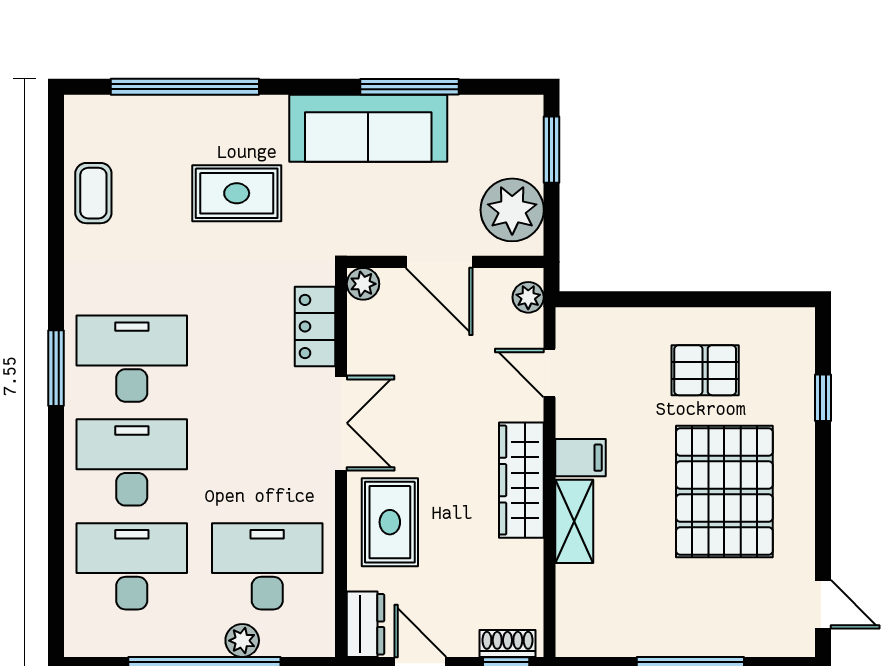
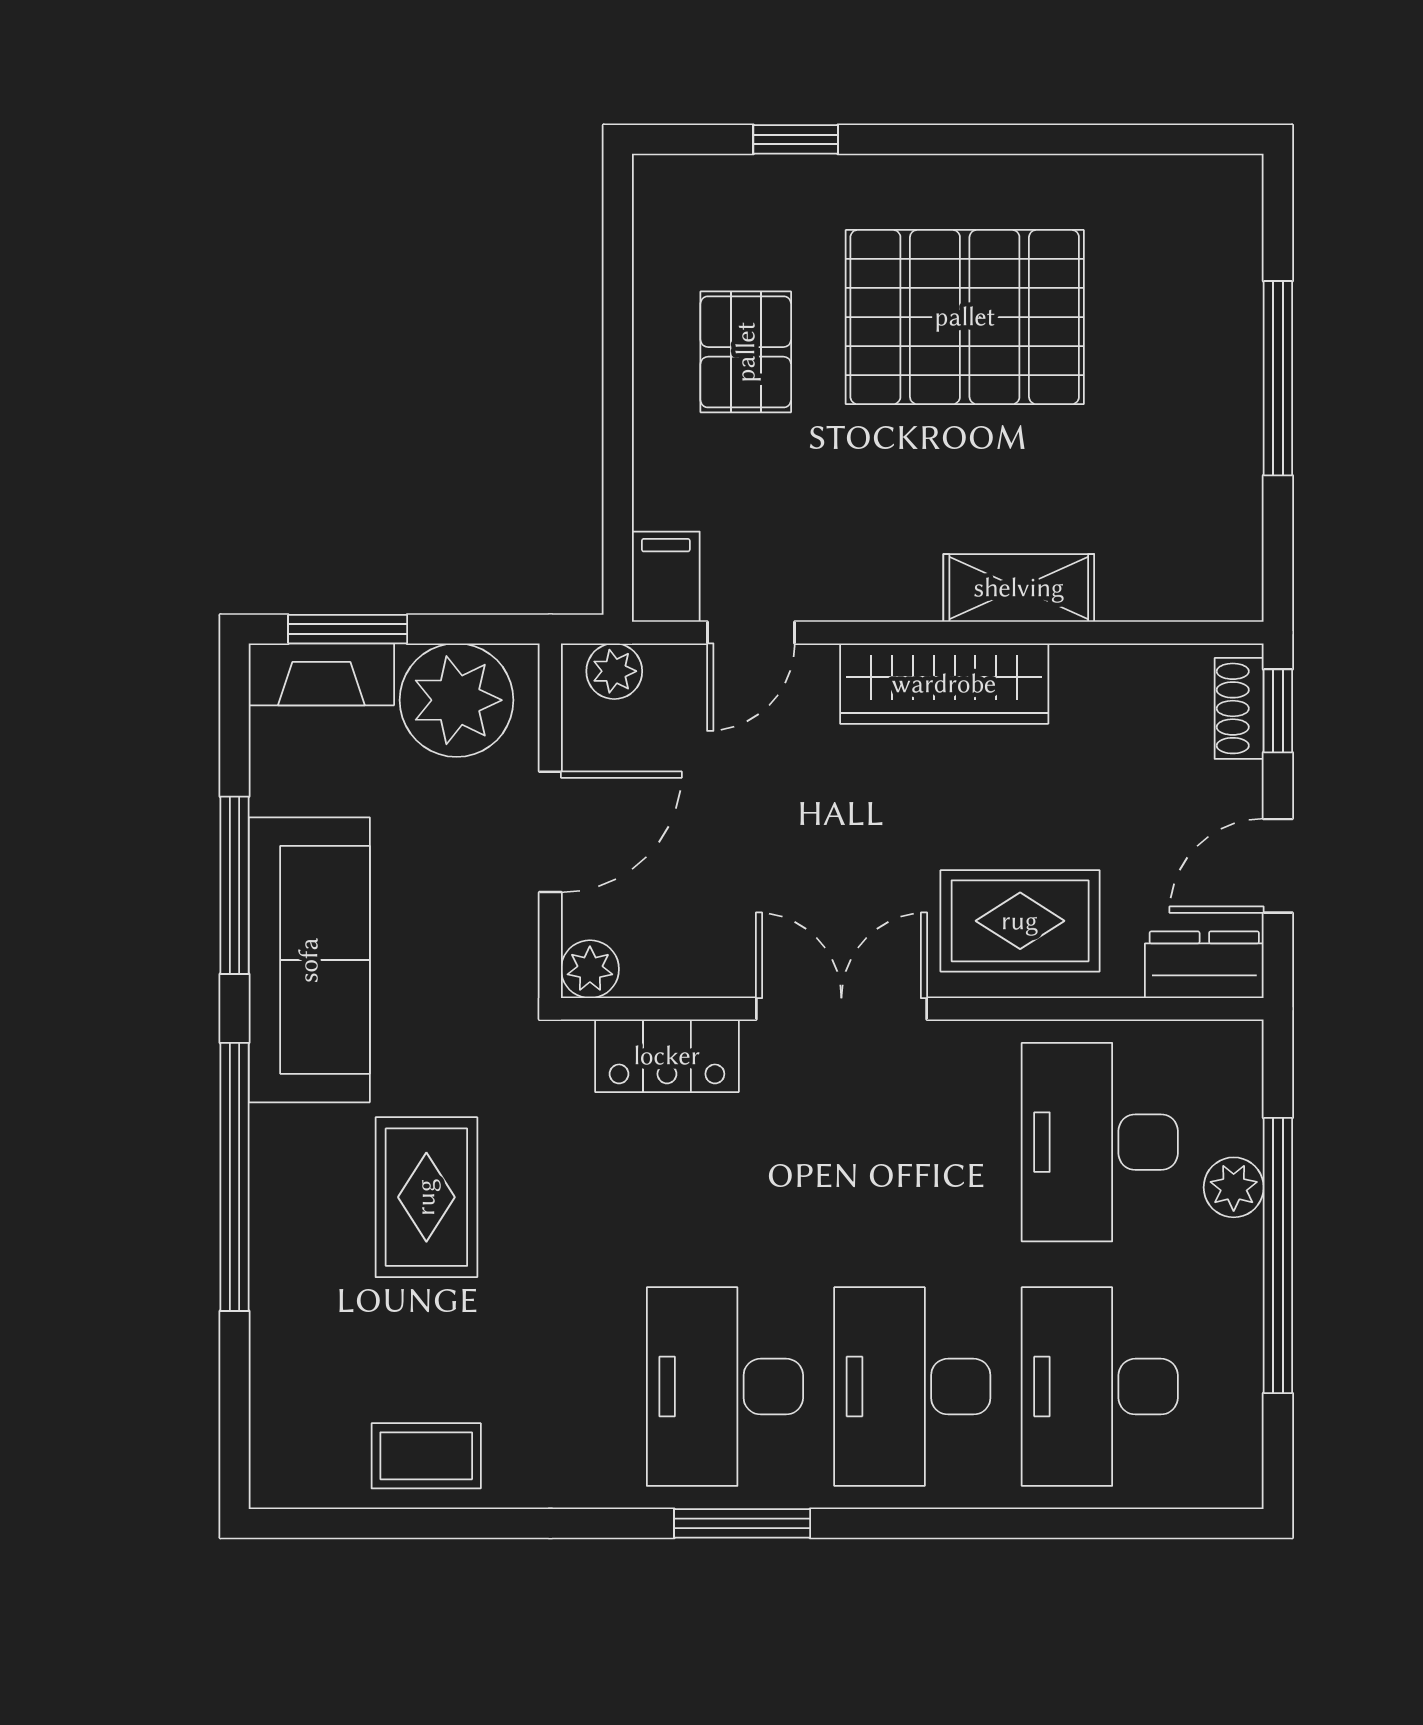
window: (185, 87) -> (234, 1177), moved
fireplace: (526, 135) -> (321, 674), added
filing cabinet: (580, 458) -> (666, 577), moved
door: (823, 604) -> (1168, 139), removed

